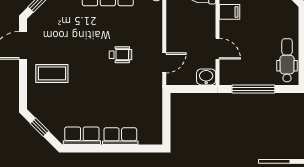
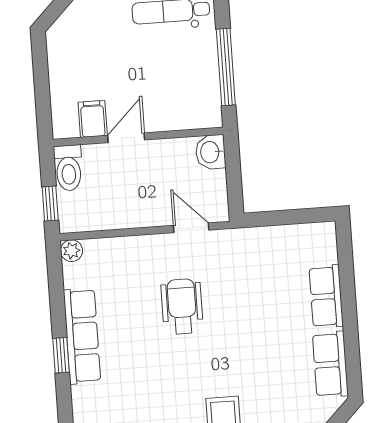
door: (218, 49) -> (126, 138), moved
wheelchair: (121, 55) -> (182, 306), width x1.36, depth x1.37

